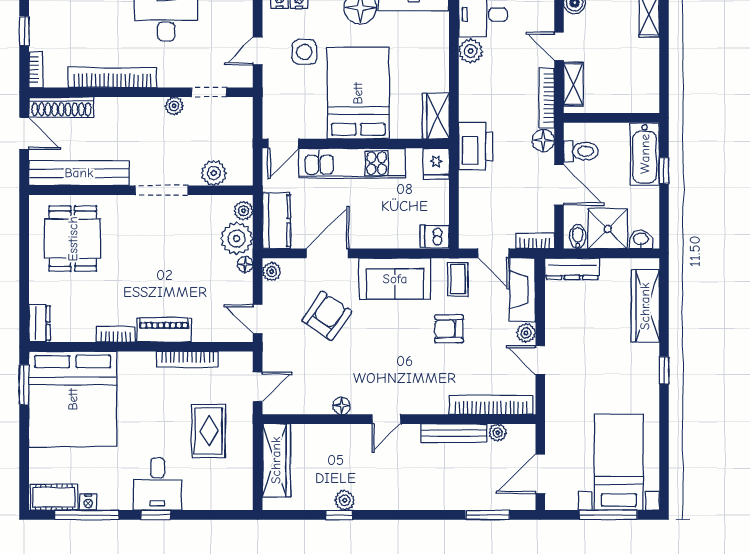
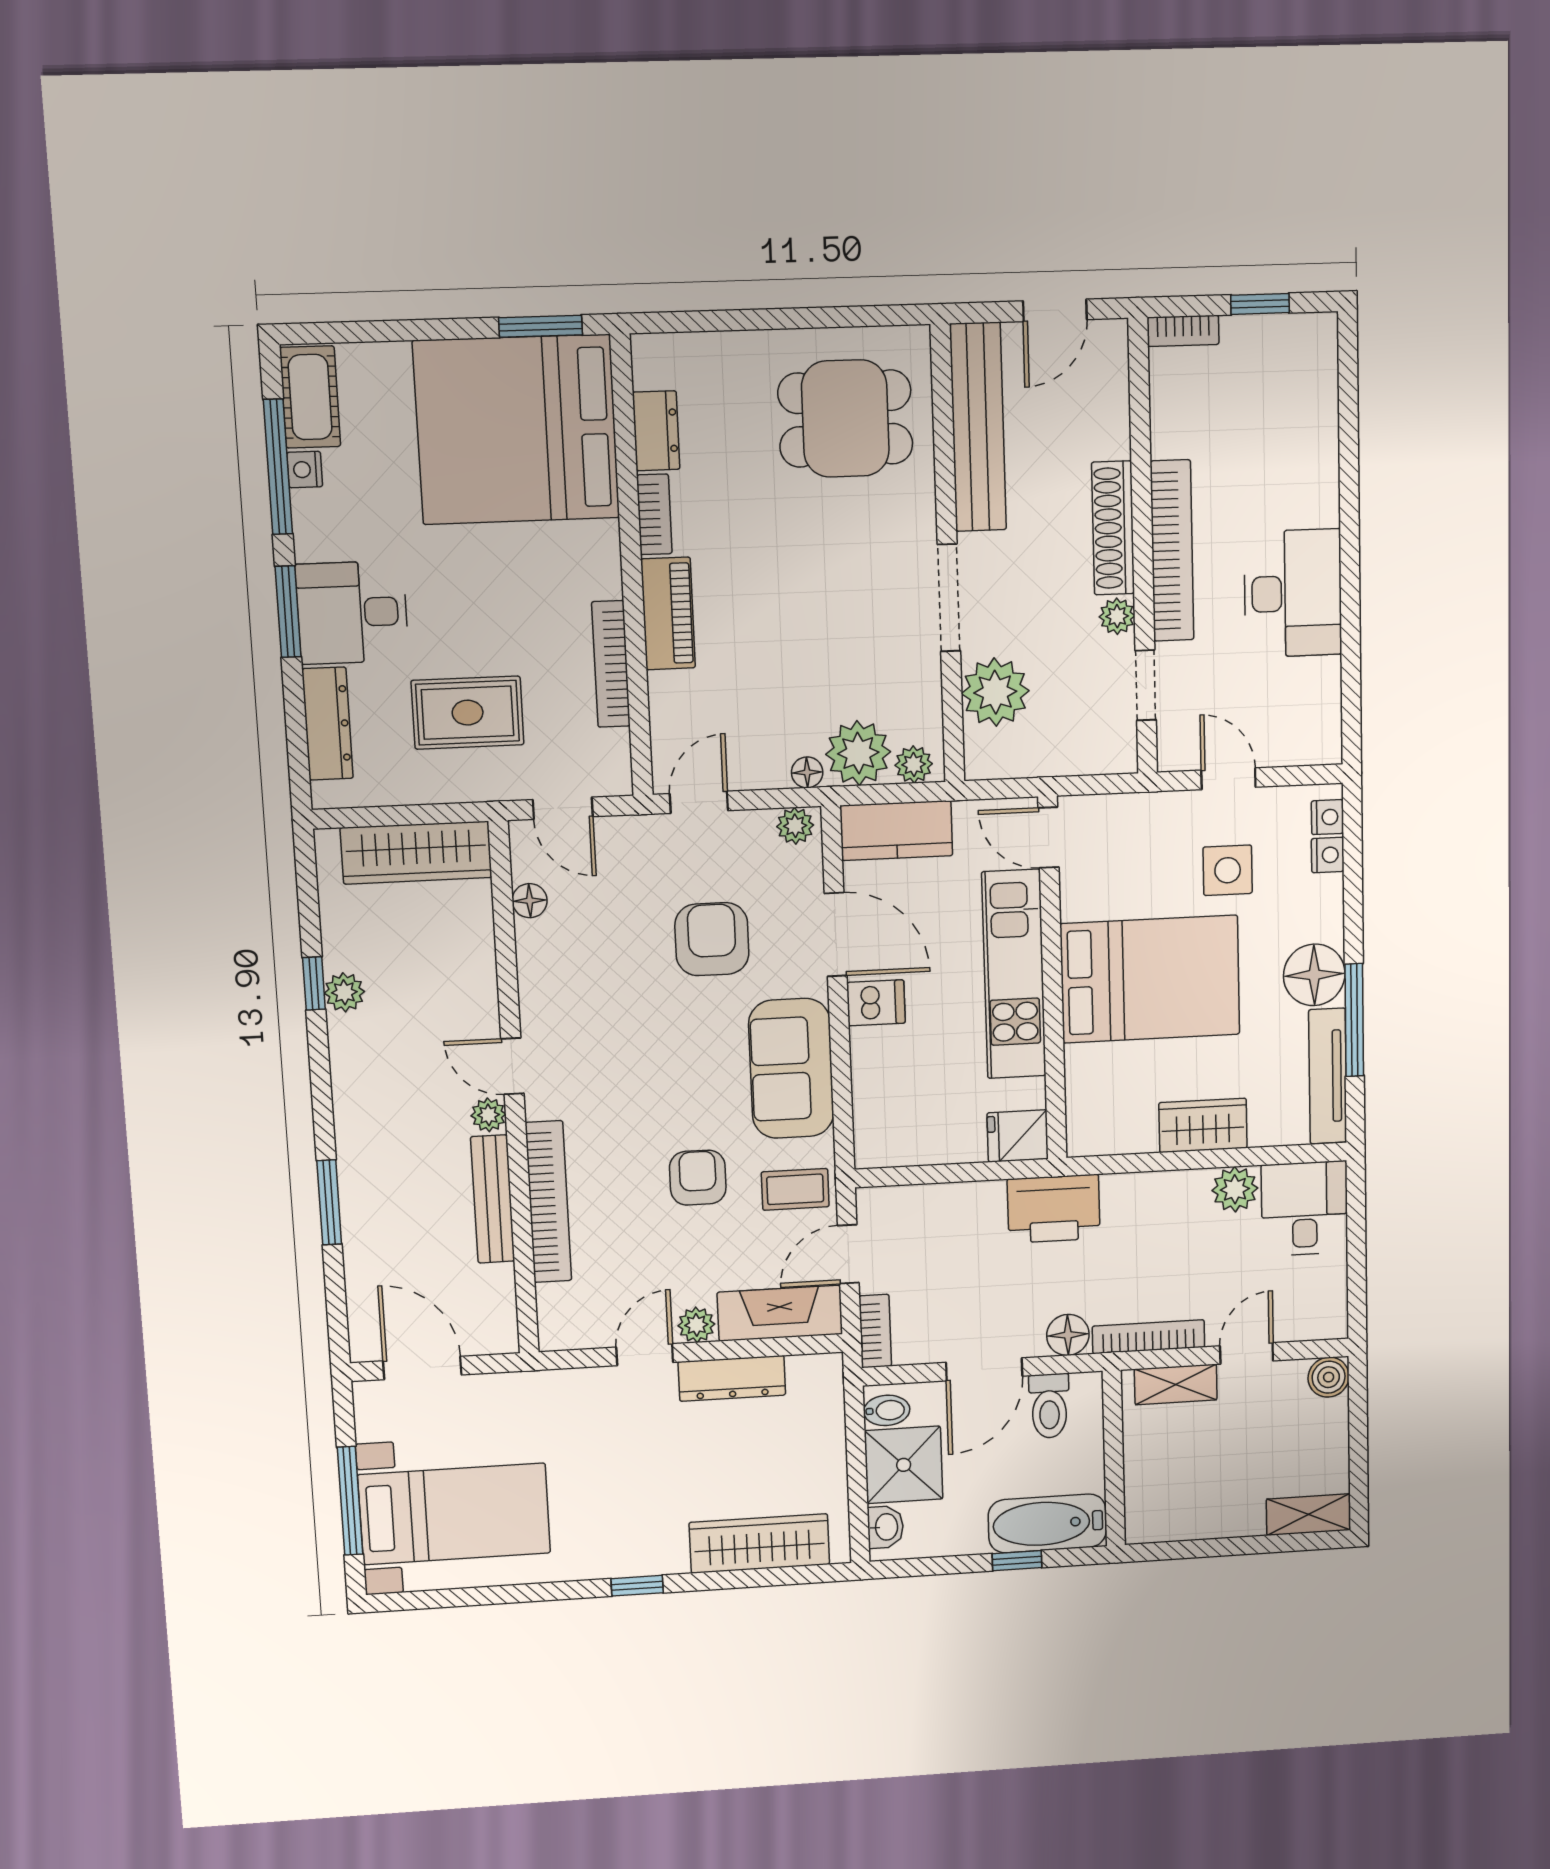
bookcase: (113, 77) -> (1172, 551), moved
shoe rack: (61, 107) -> (1113, 528), moved
wardrobe: (436, 116) -> (1203, 1125), moved
plant: (214, 173) -> (995, 692), width x1.36, depth x1.36
dishwasher: (435, 236) -> (876, 1003), moved, turned 90
dresser: (572, 269) -> (732, 1378), moved, turned -90
armchair: (327, 316) -> (712, 939), turned -125
dresser: (39, 323) -> (656, 431), moved, turned -90
bookcase: (491, 405) -> (548, 1202), moved
floor lamp: (342, 406) -> (530, 901), moved
plant: (498, 433) -> (488, 1115), moved
dresser: (211, 500) -> (328, 724), added
window: (156, 515) -> (288, 612), width x1.50
window: (487, 515) -> (329, 1202), moved

